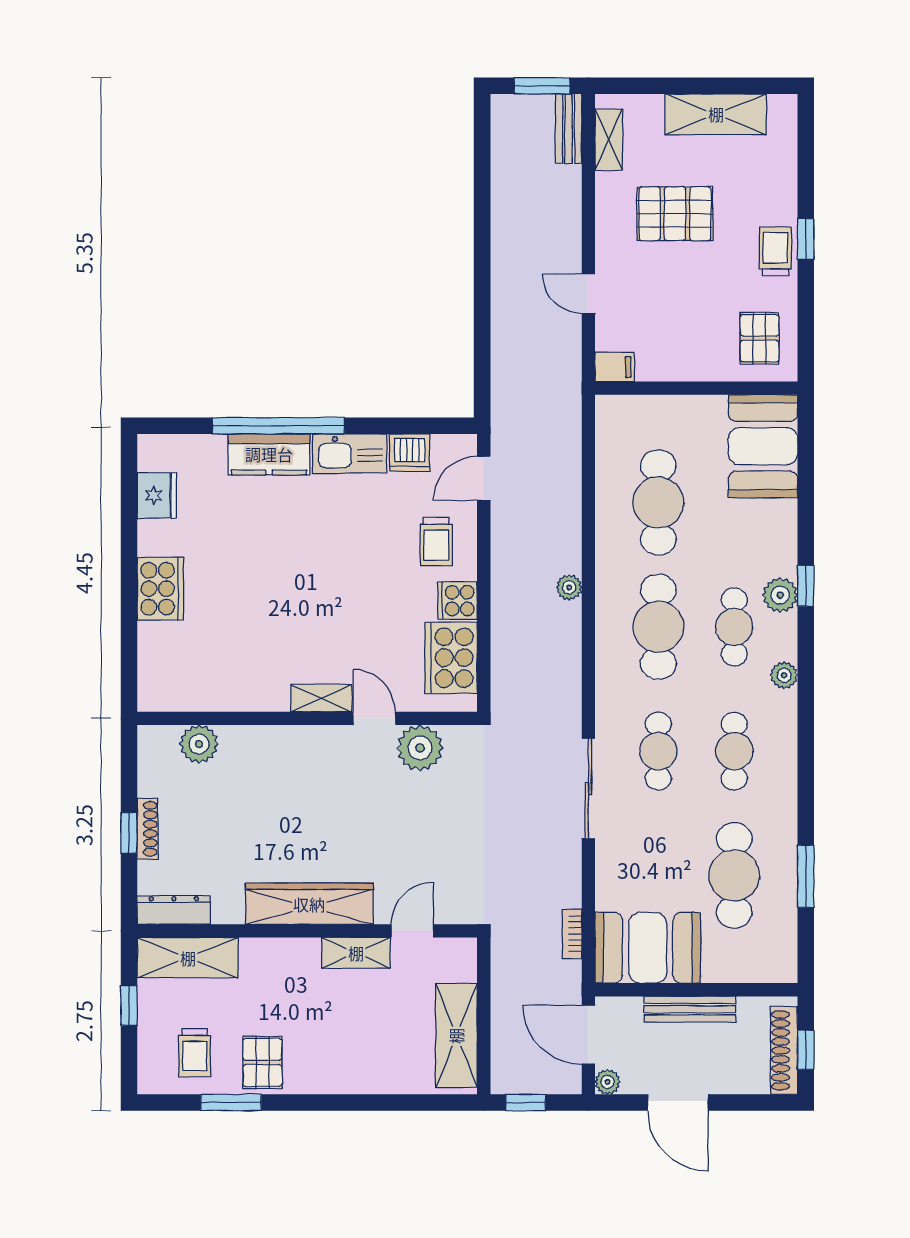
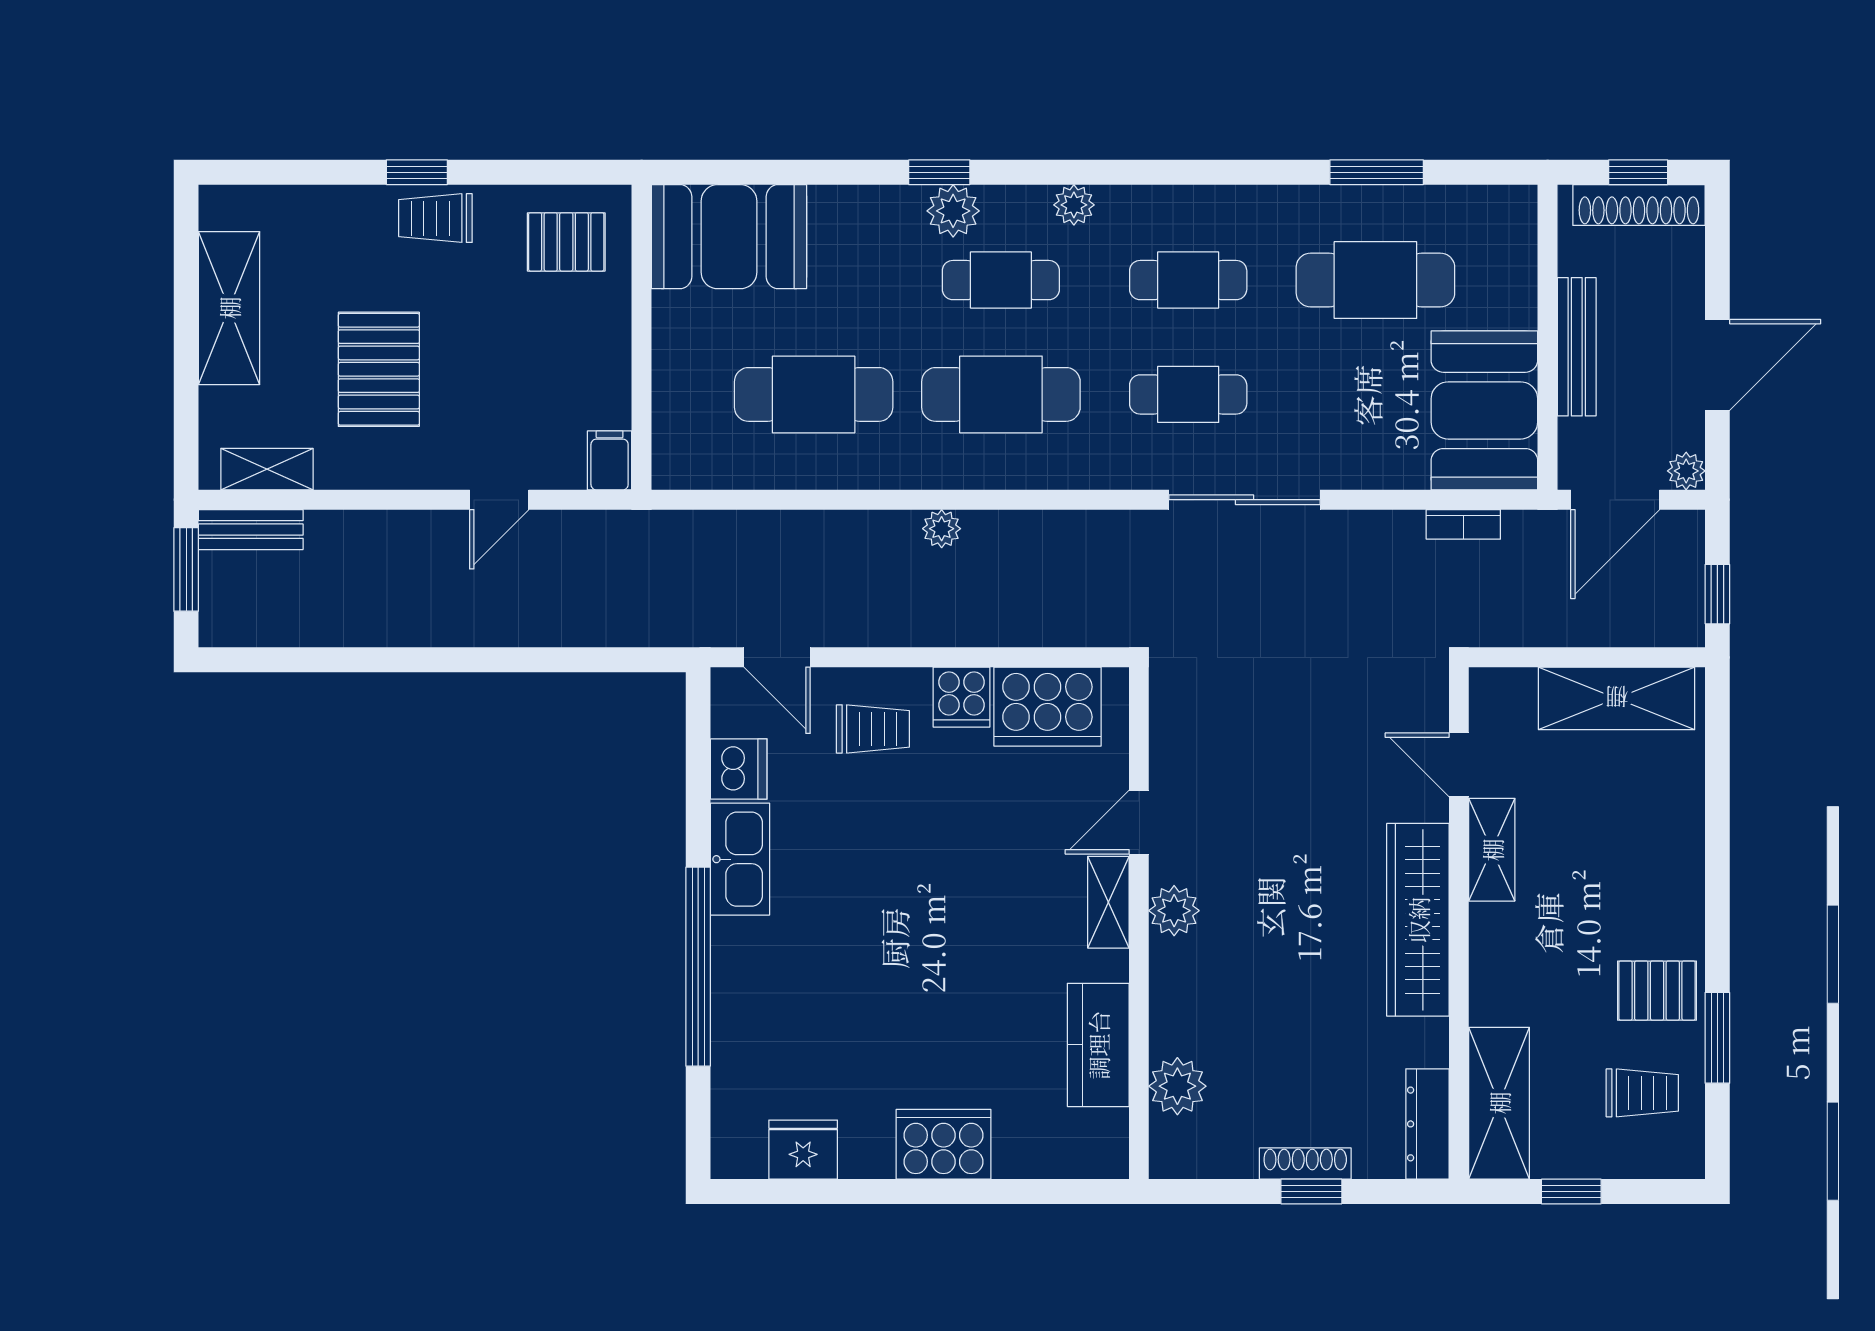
kitchen counter: (269, 454) -> (1098, 1045), moved, turned 180
plant: (420, 748) -> (1174, 911), moved, width x0.73, depth x0.73

